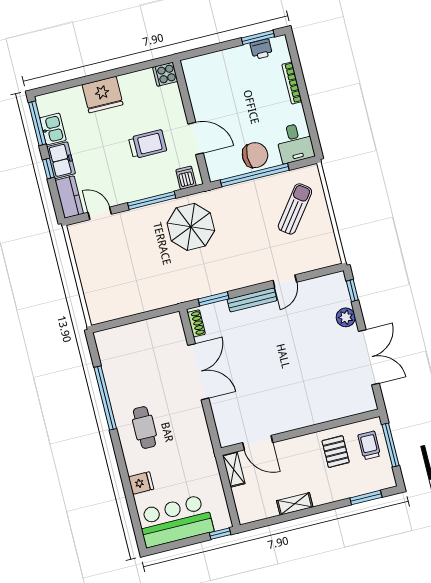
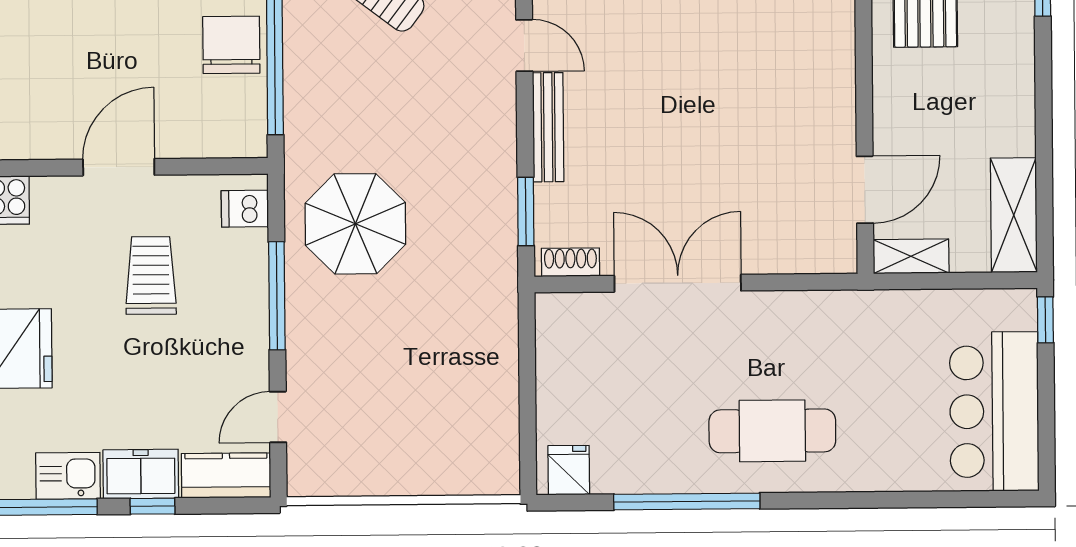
door: (196, 138) -> (119, 167), moved
cafe table: (144, 428) -> (772, 431), width x1.37, depth x1.35
fridge: (141, 483) -> (569, 470), moved
shelving: (295, 504) -> (1014, 215), moved, width x1.50, depth x1.33

